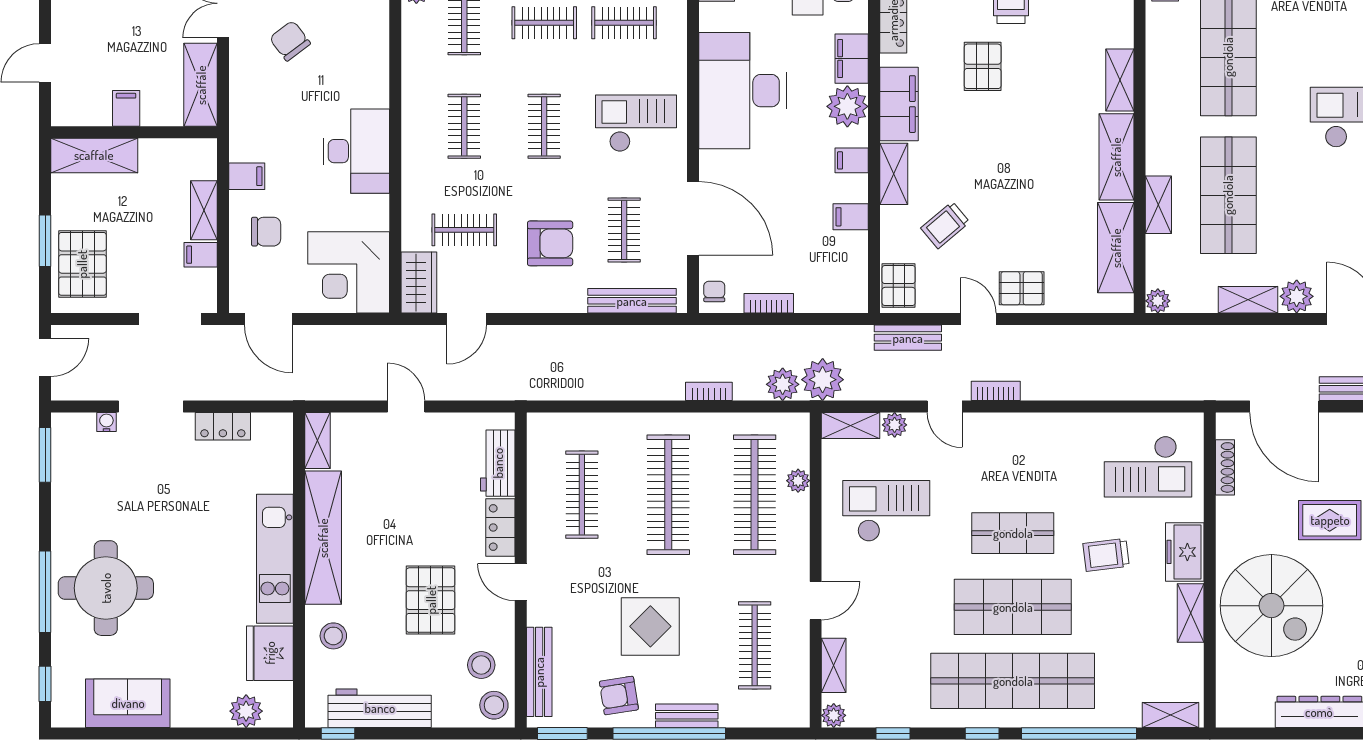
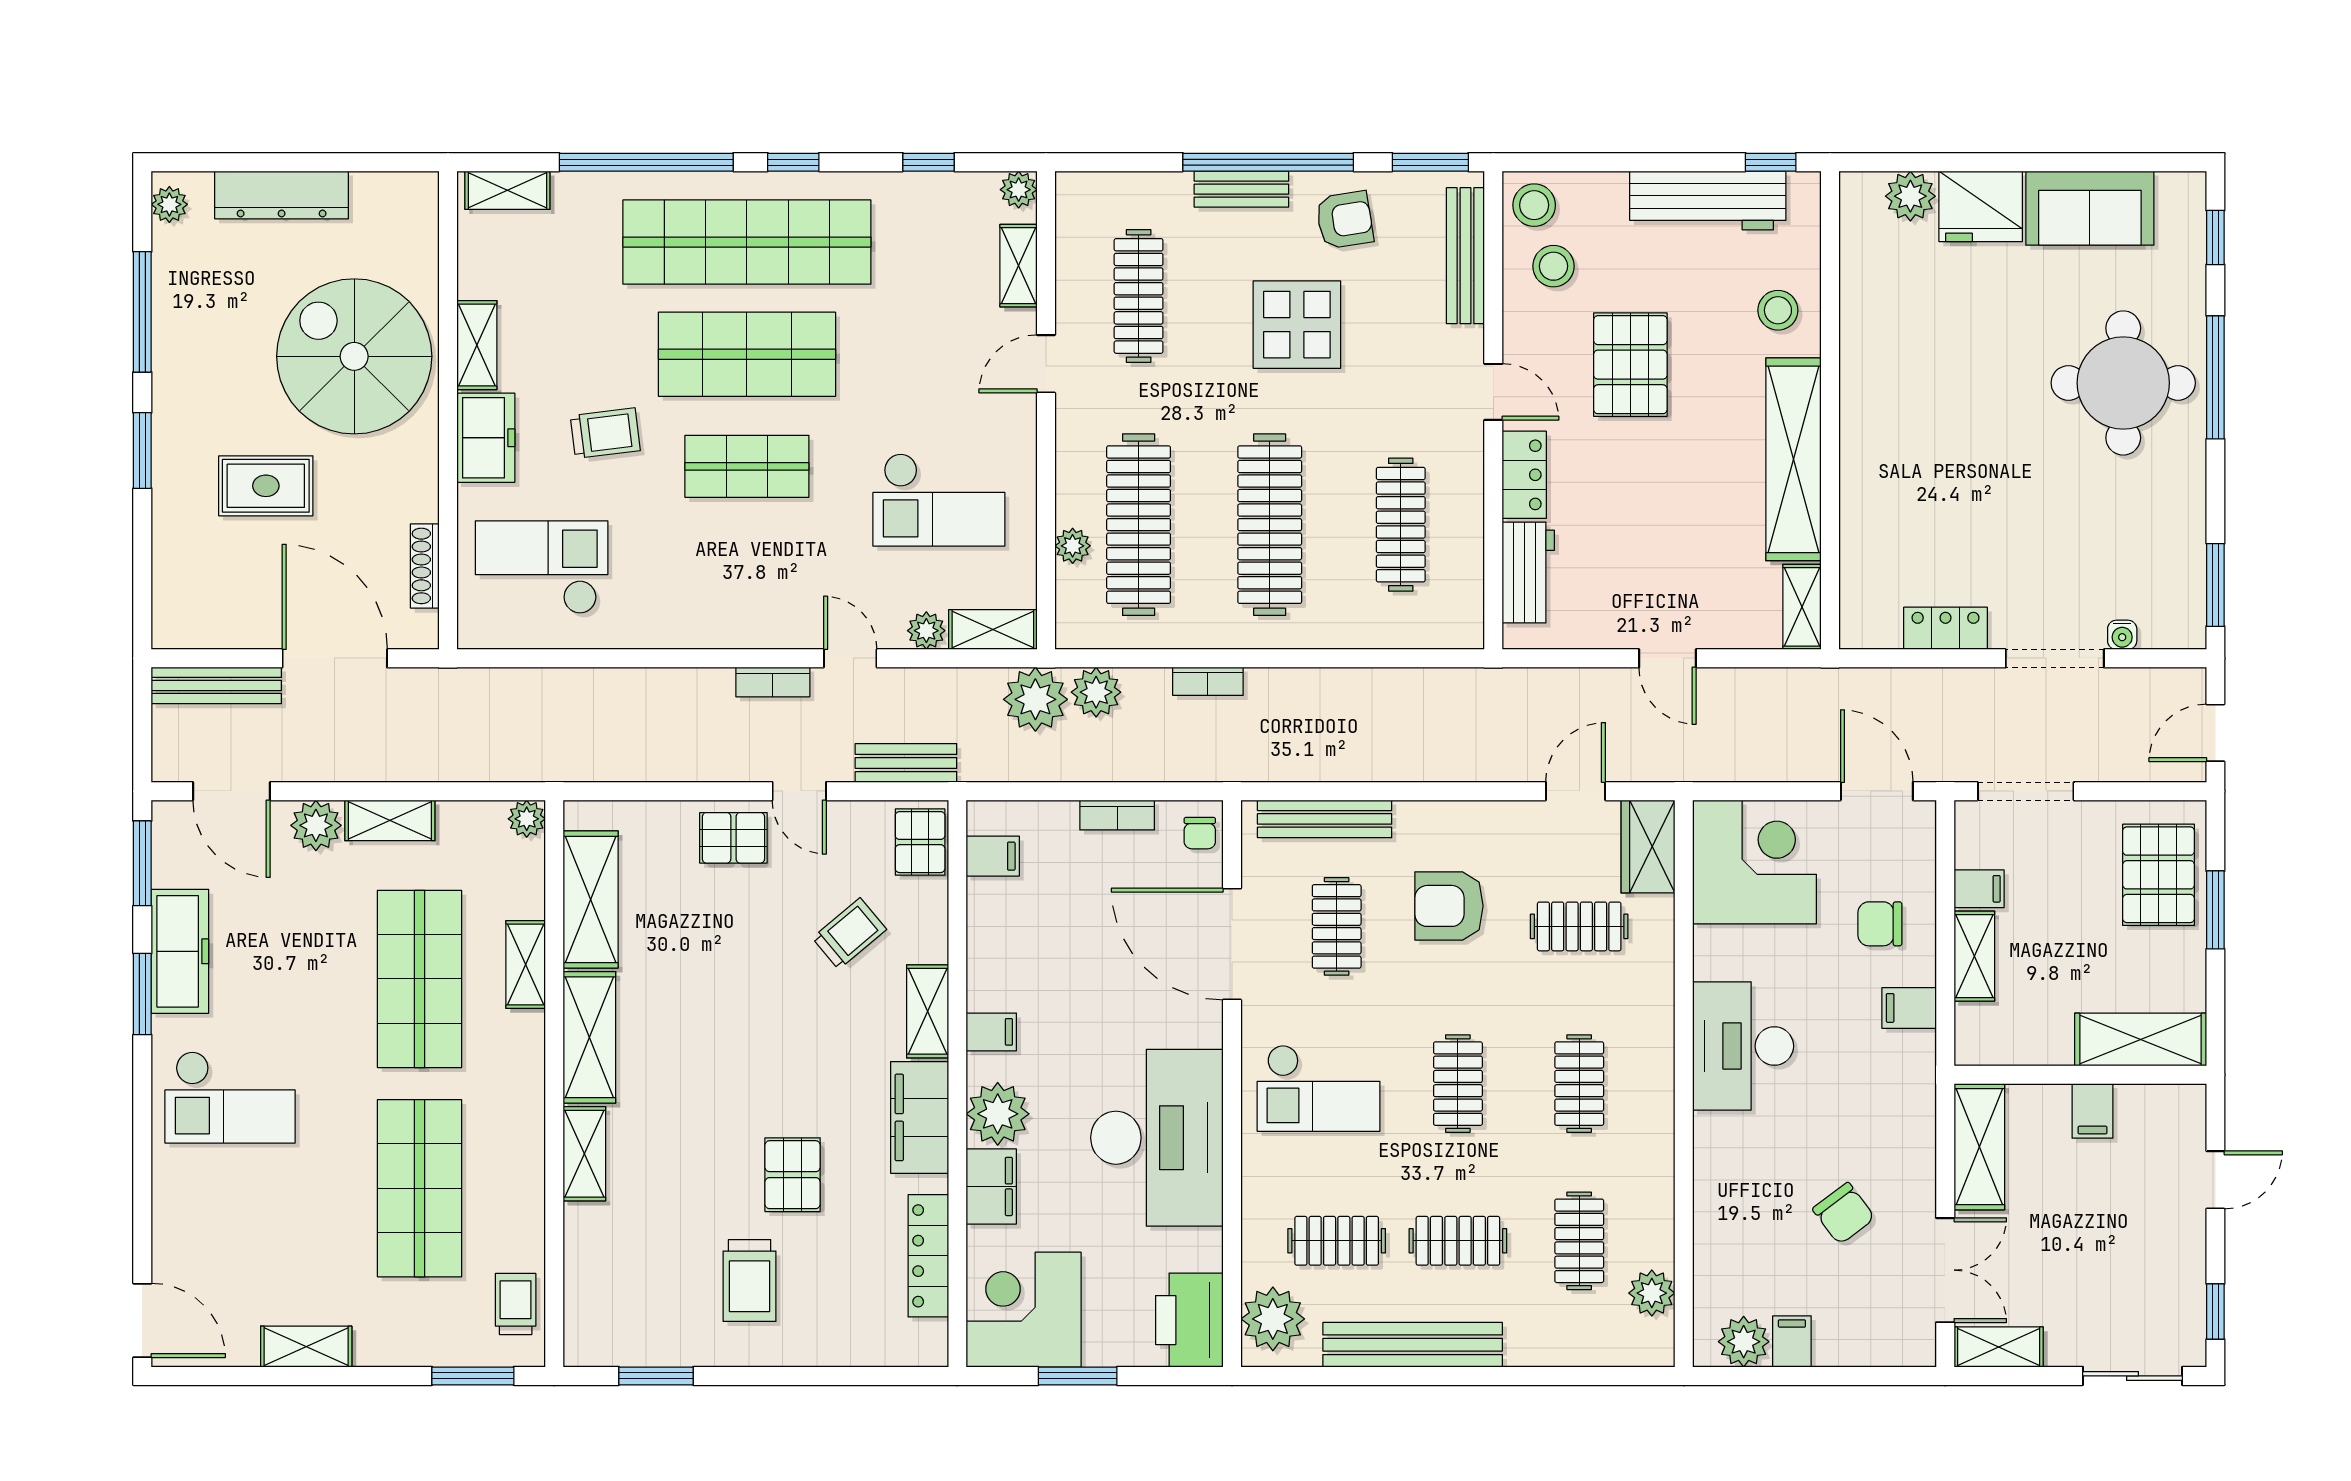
filing cabinet: (851, 217) -> (993, 856), moved
kitchen unit: (275, 559) -> (1867, 427), removed
fridge: (270, 653) -> (1981, 206), moved, turned 90

